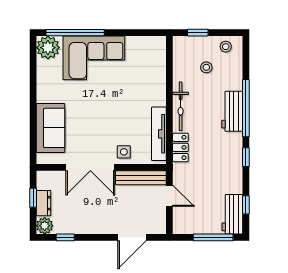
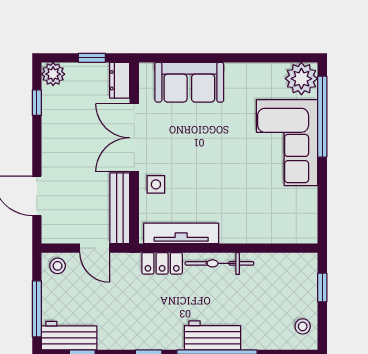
stool: (206, 67) -> (58, 266), moved
door: (169, 196) -> (95, 248), hinge flipped
dresser: (43, 203) -> (120, 80), moved, turned 90

